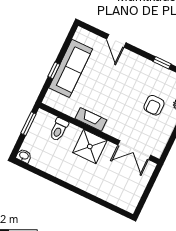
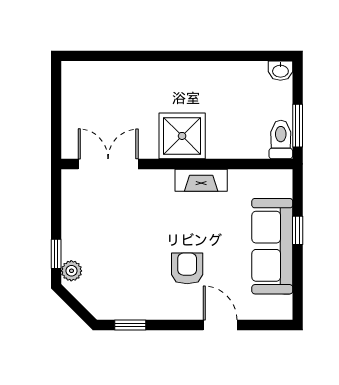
armchair: (154, 105) -> (187, 268), moved
toilet: (59, 129) -> (281, 140), moved

